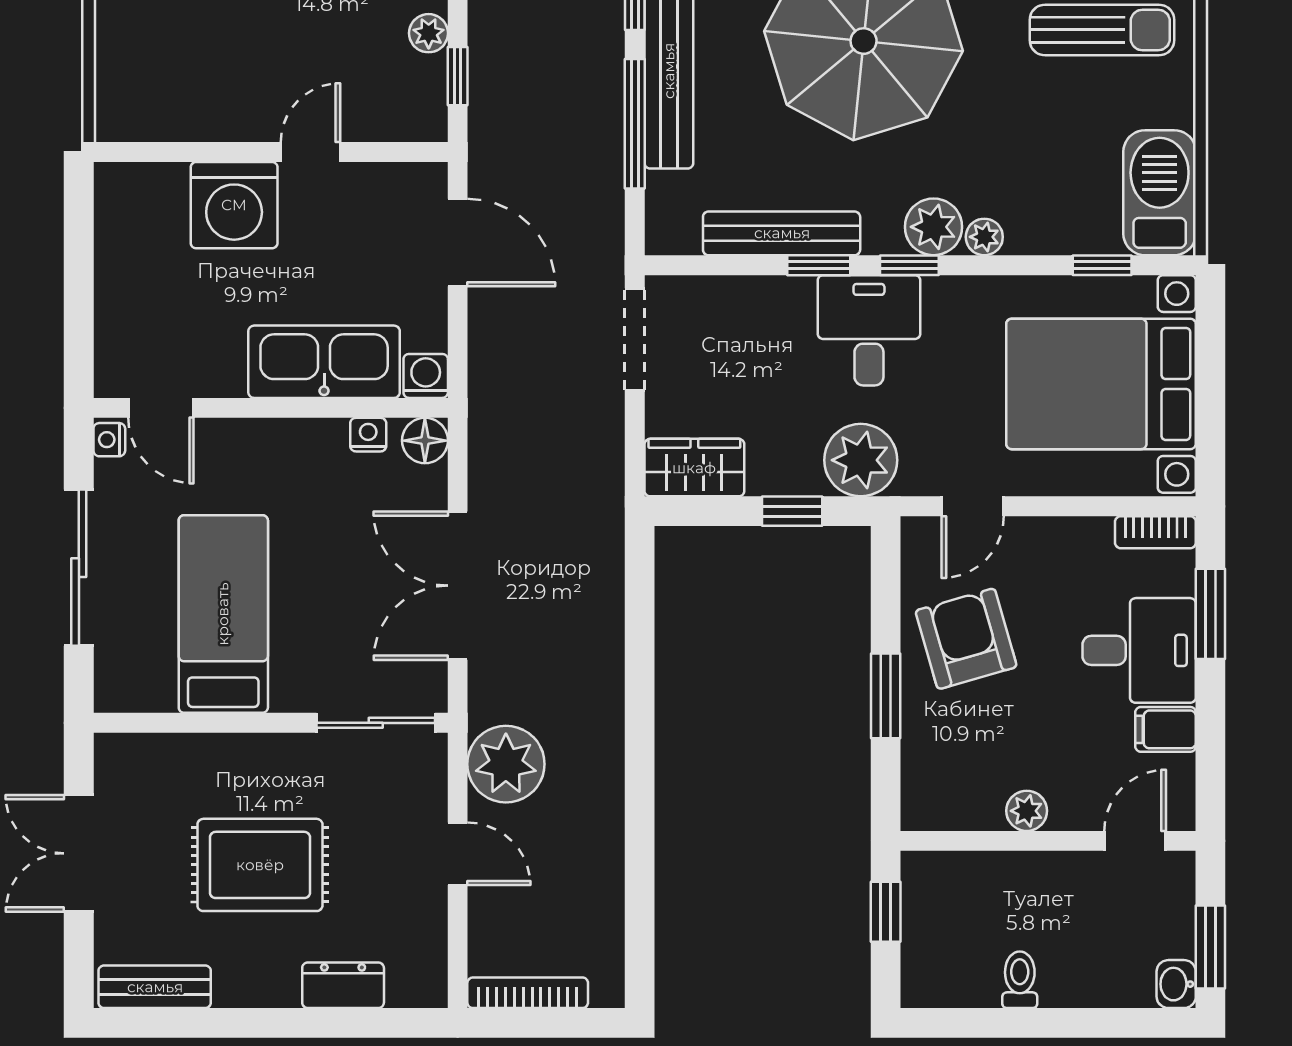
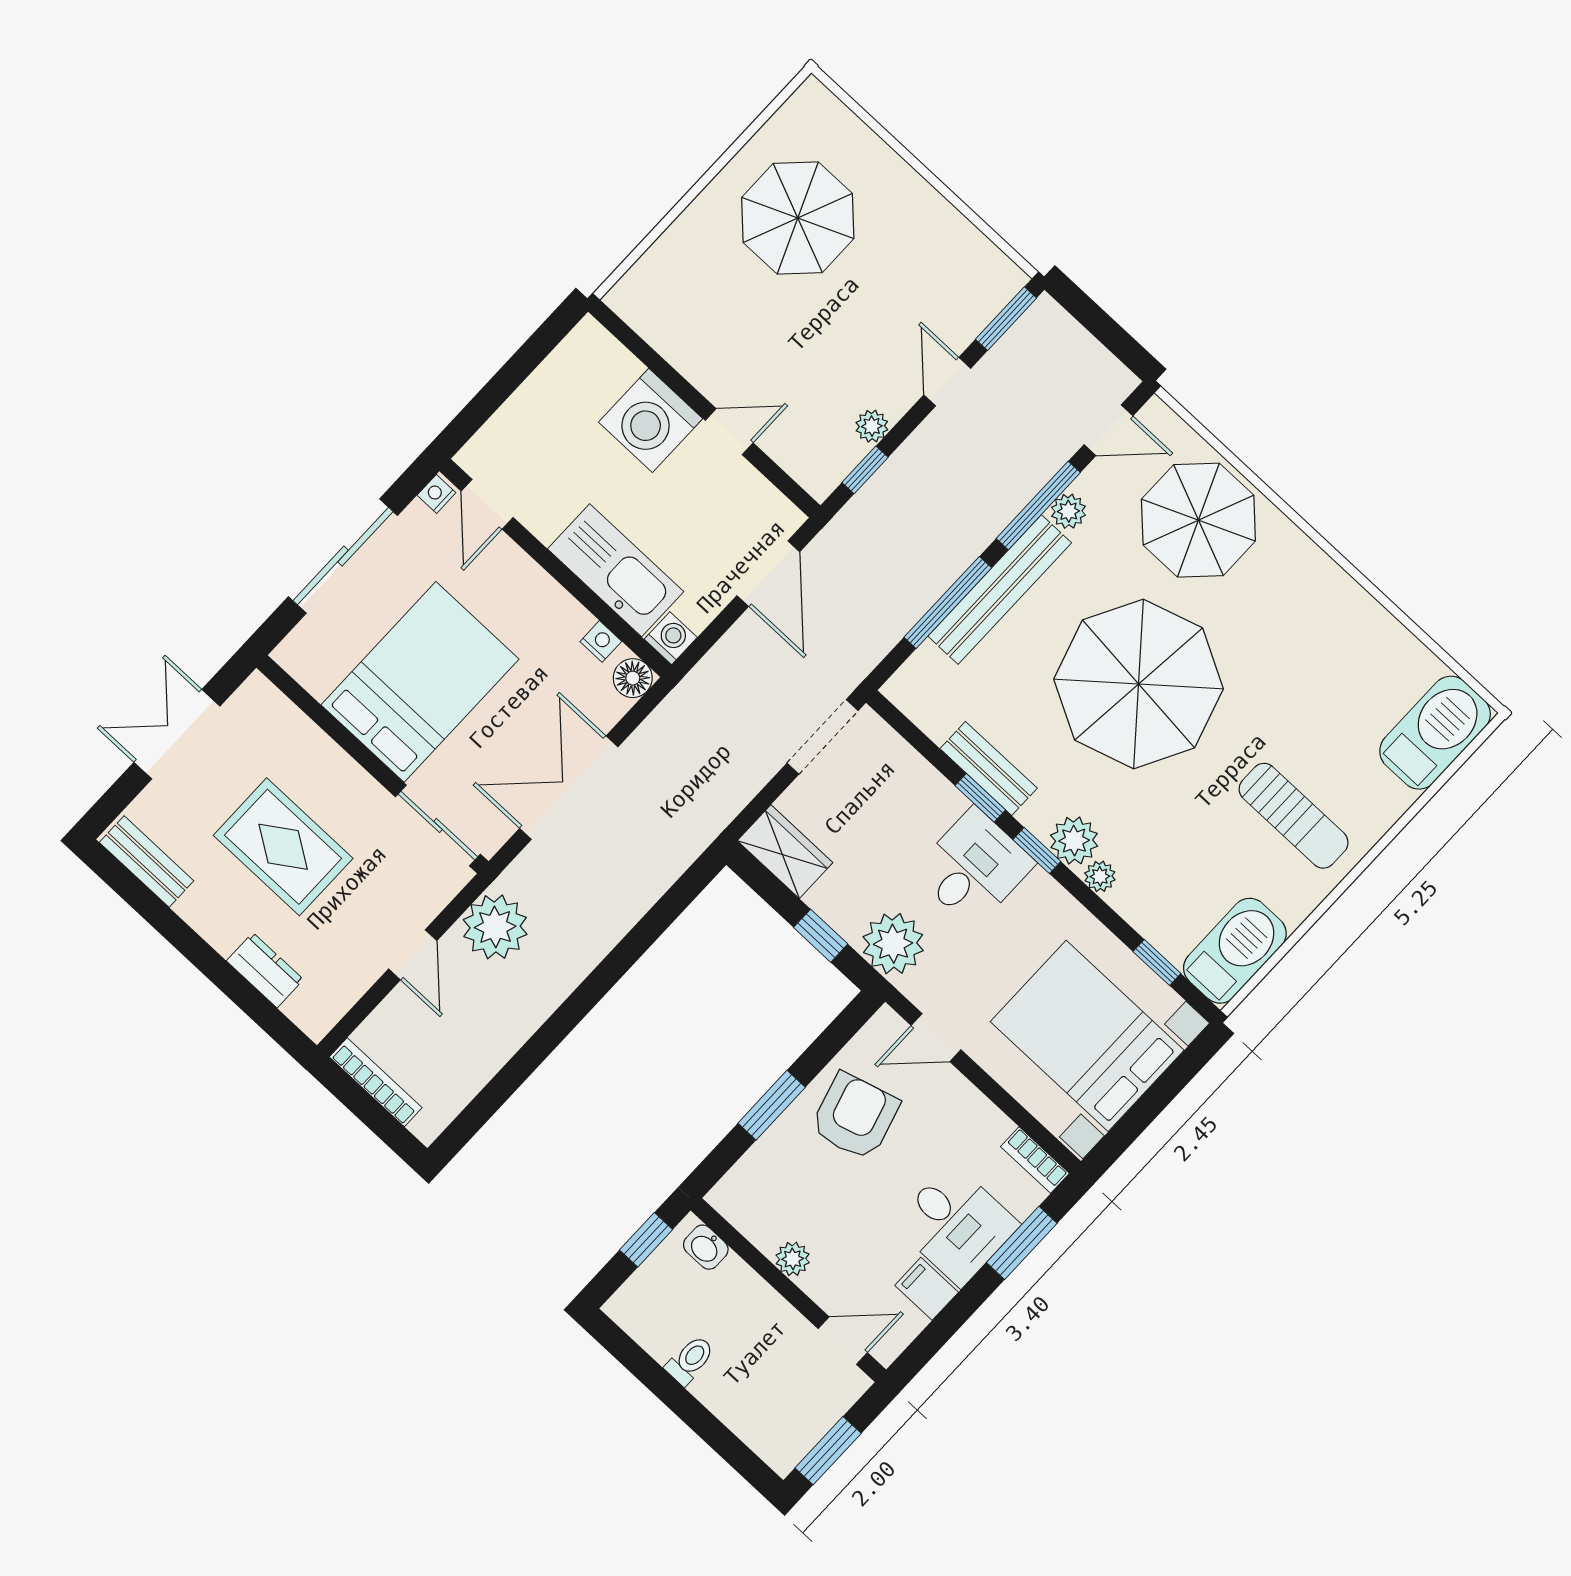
bench: (782, 233) -> (989, 768), width x0.73
bed: (223, 614) -> (420, 682), width x1.50
washbasin: (1176, 984) -> (706, 1247), moved, turned -90

